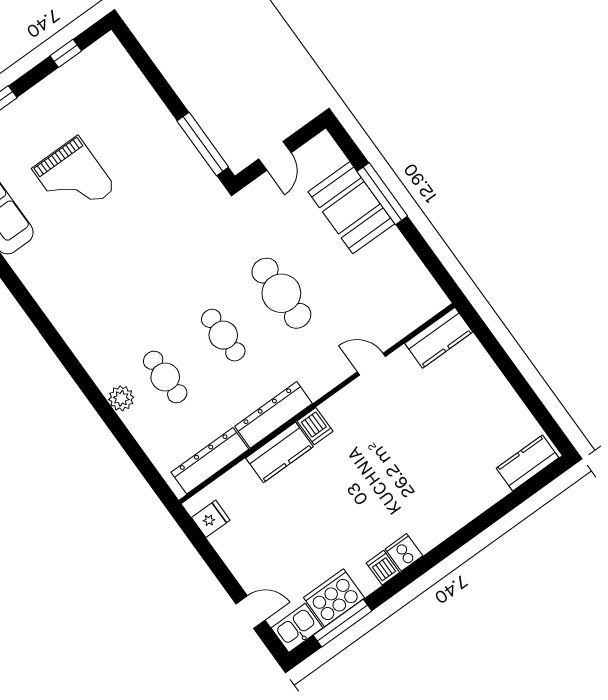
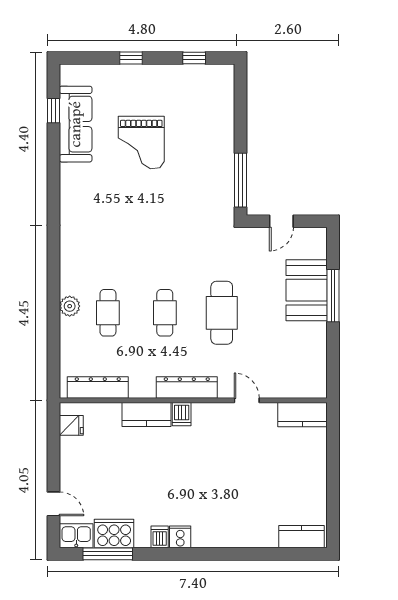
dresser: (273, 415) -> (187, 388), moved

